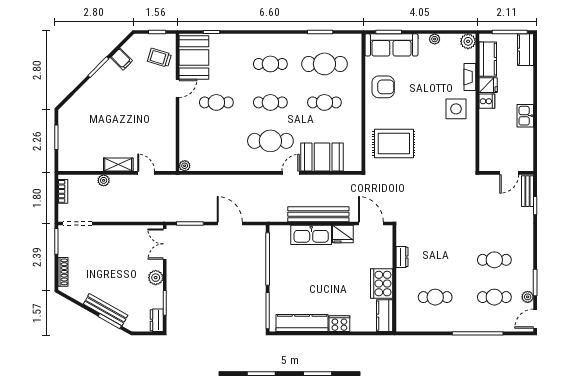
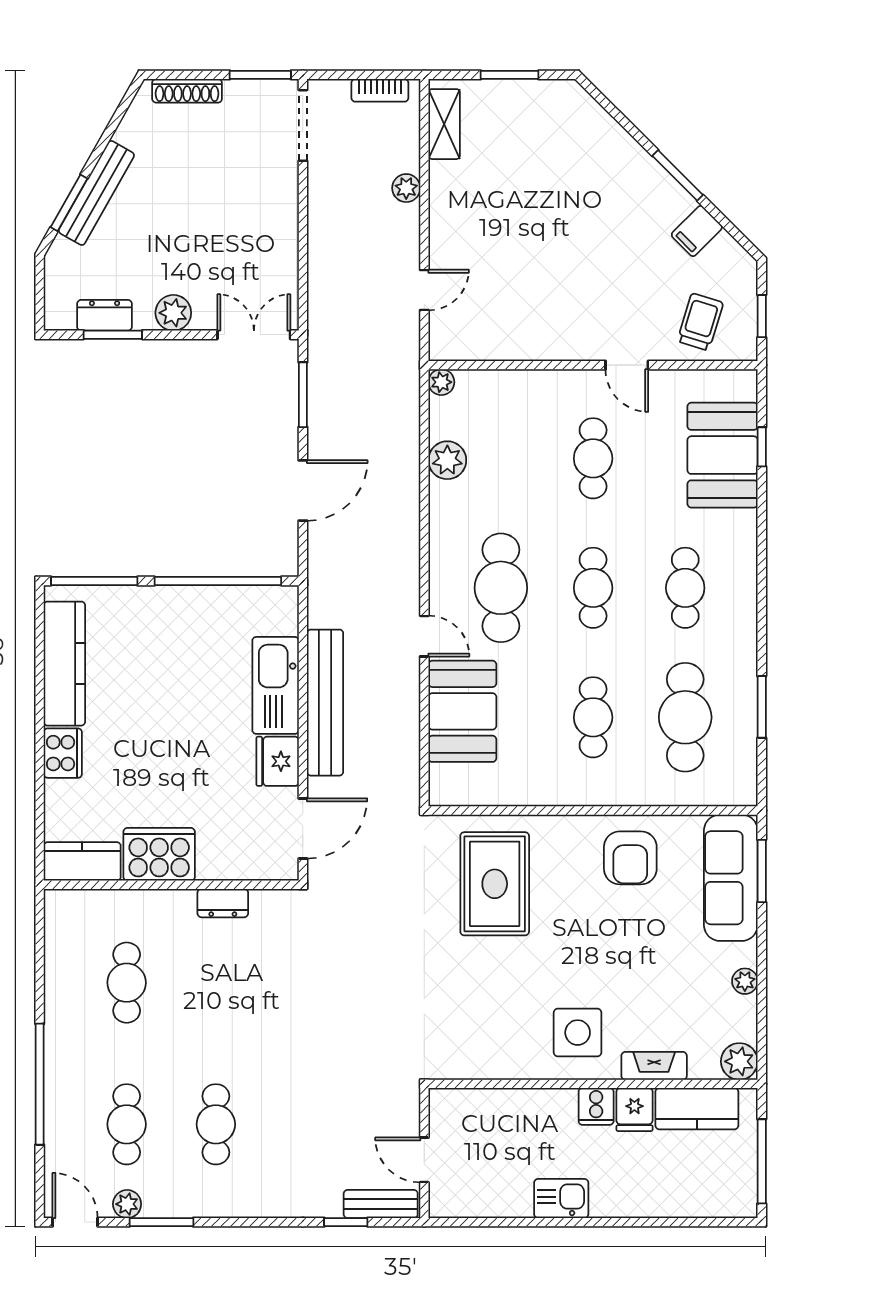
kitchen counter: (526, 50) -> (720, 1199), removed
booth: (194, 57) -> (723, 455), moved, turned 90
plant: (217, 163) -> (447, 460), added
shelving: (118, 165) -> (444, 124), moved
dresser: (157, 320) -> (104, 315), moved

